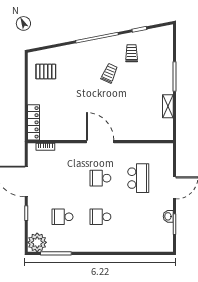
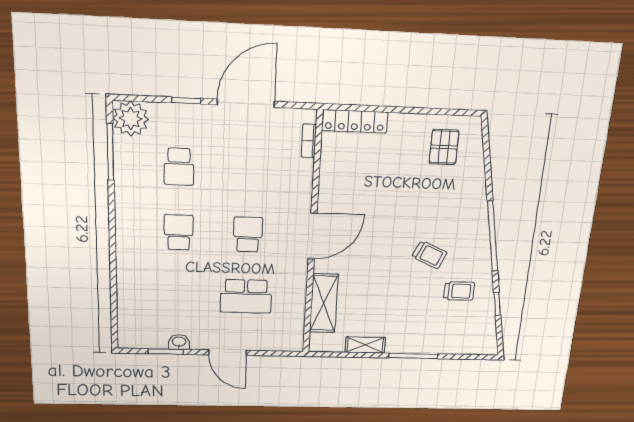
shelving: (141, 133) -> (324, 303), added
school desk: (63, 217) -> (179, 167), turned 180

